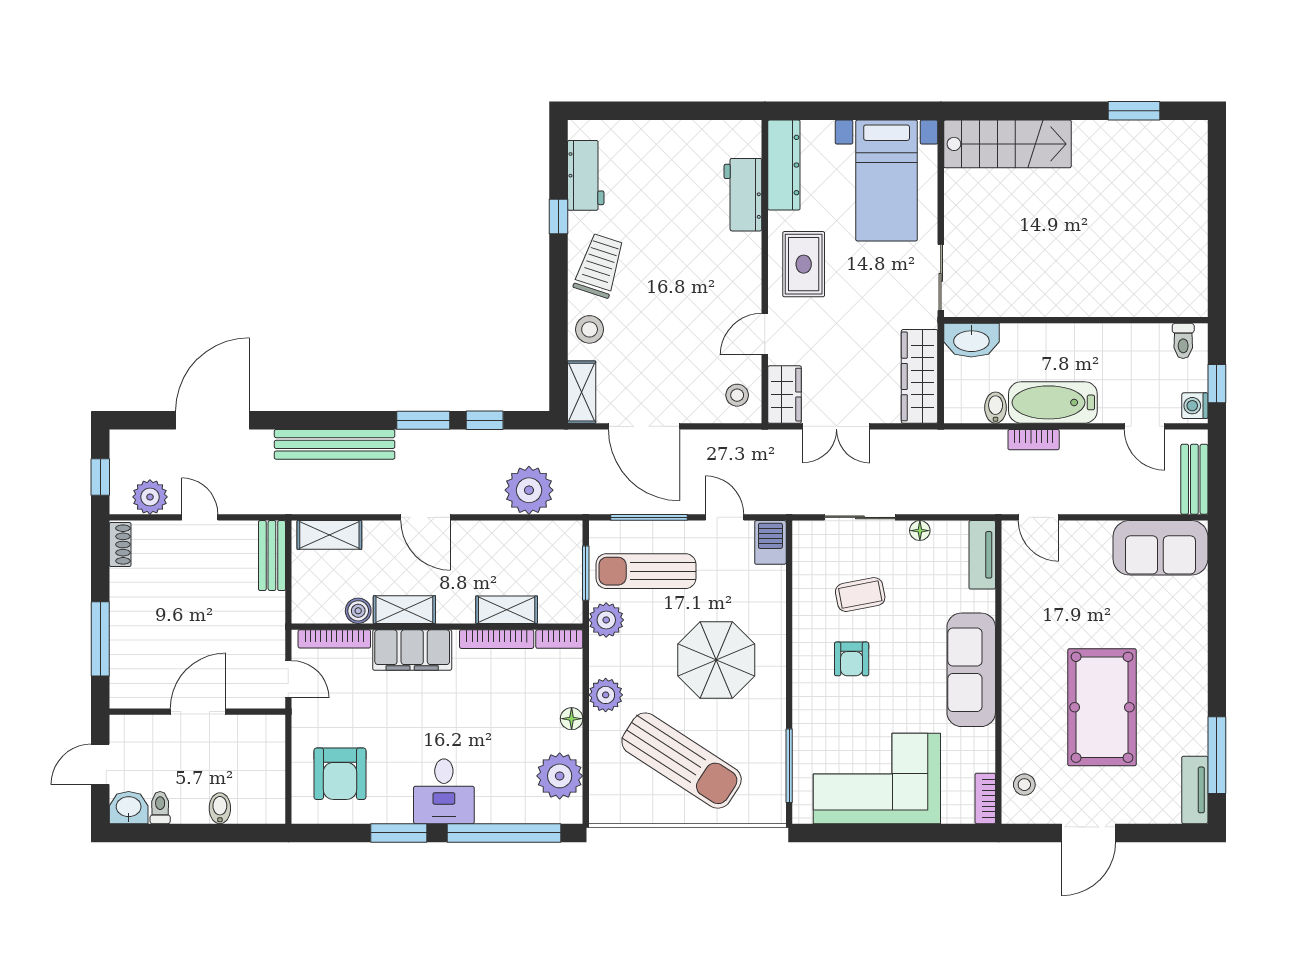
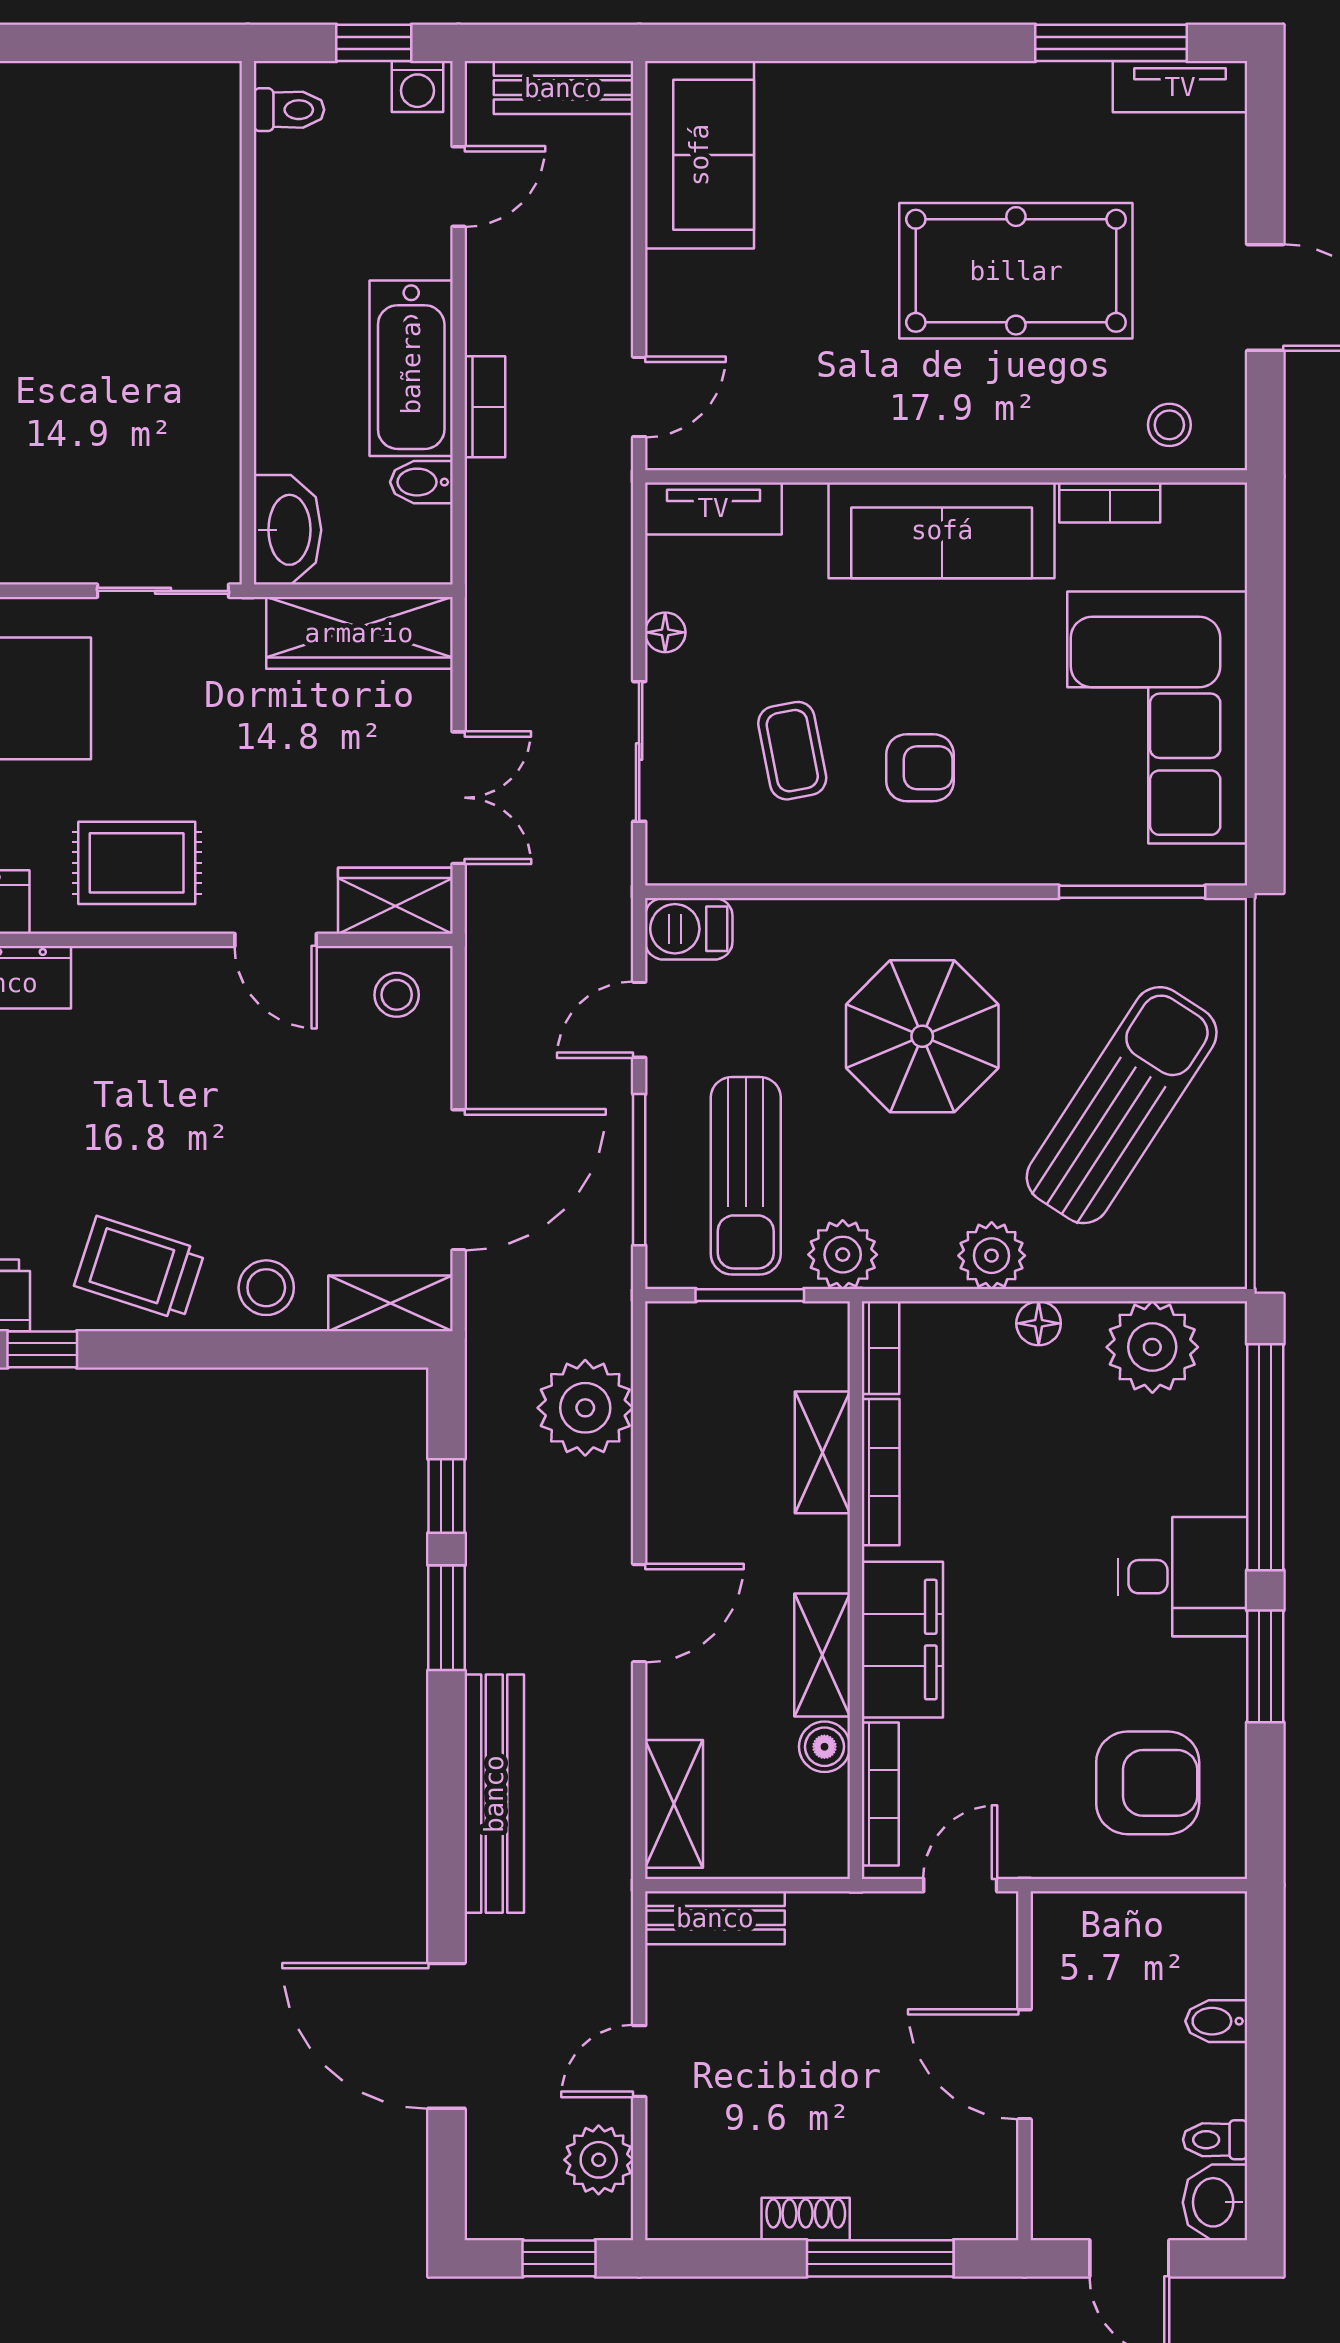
shoe rack: (120, 545) -> (806, 2219), moved
bookcase: (985, 798) -> (1110, 503), moved

